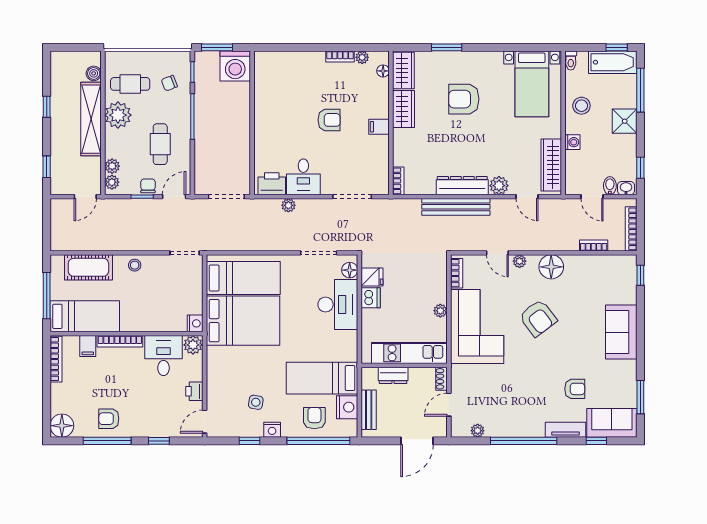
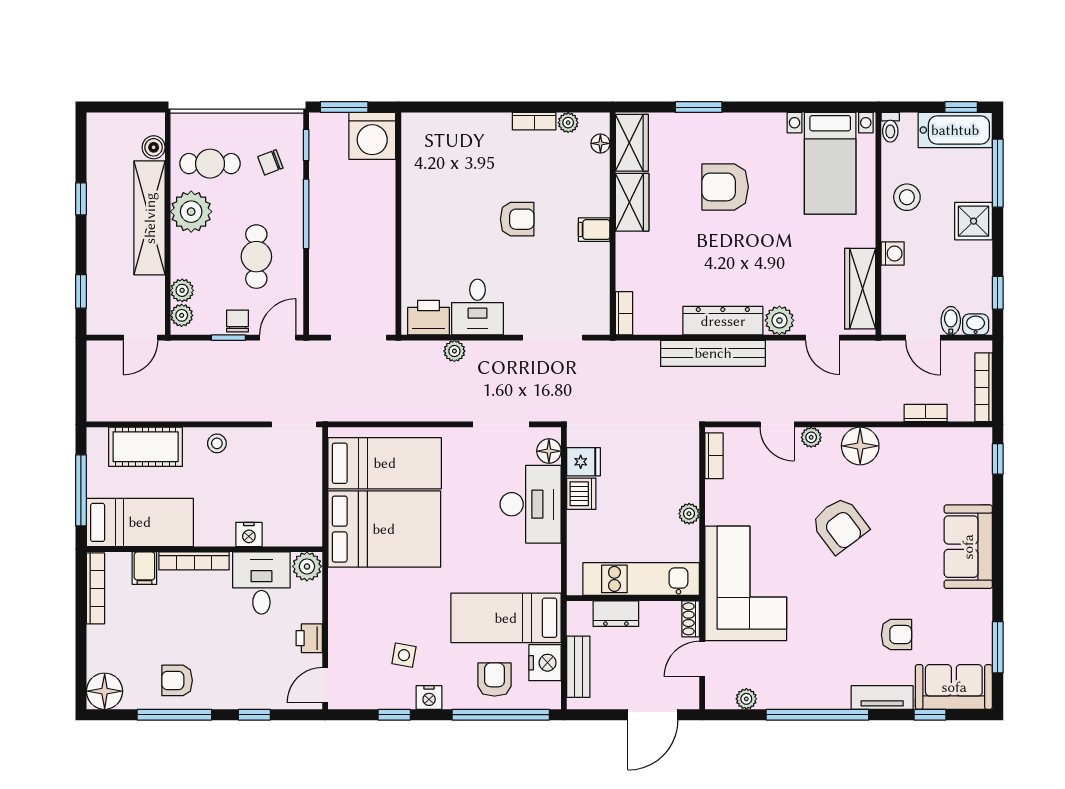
nightstand: (195, 323) -> (249, 534), moved, turned 90
corner sofa: (477, 327) -> (746, 583), moved

